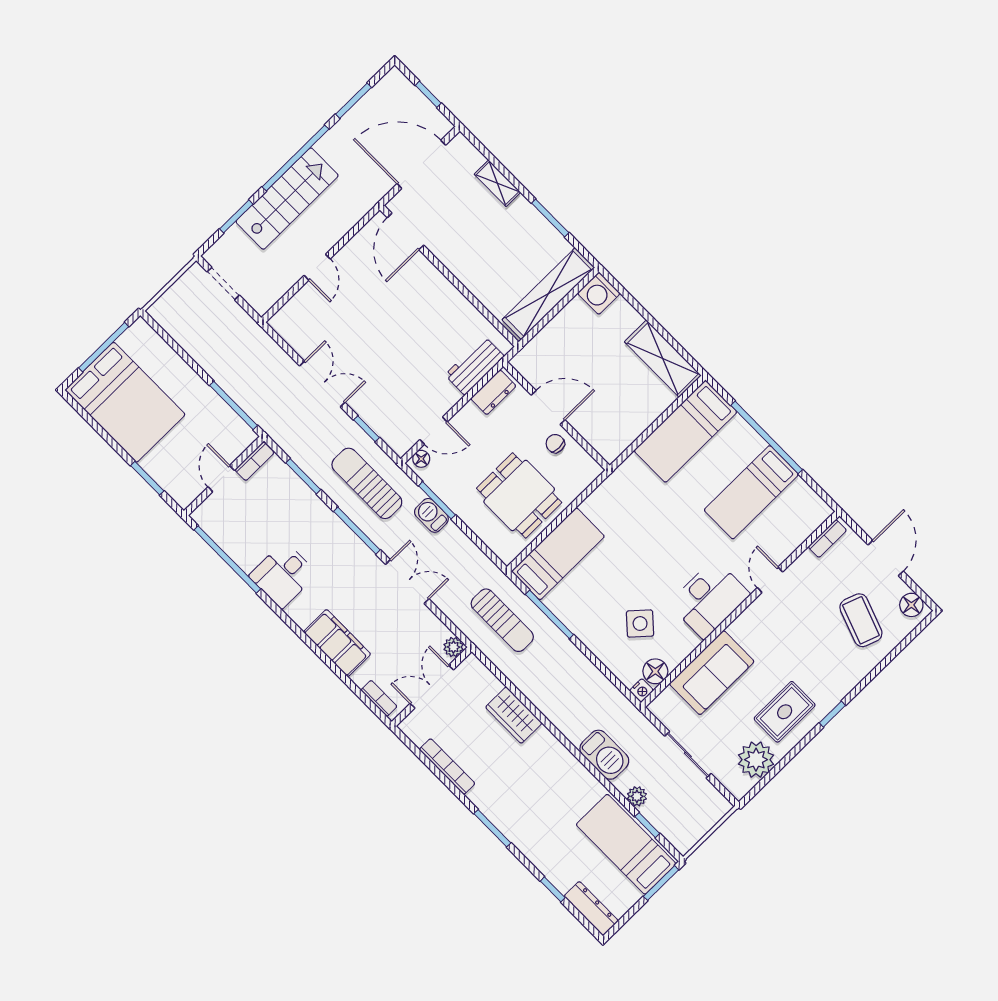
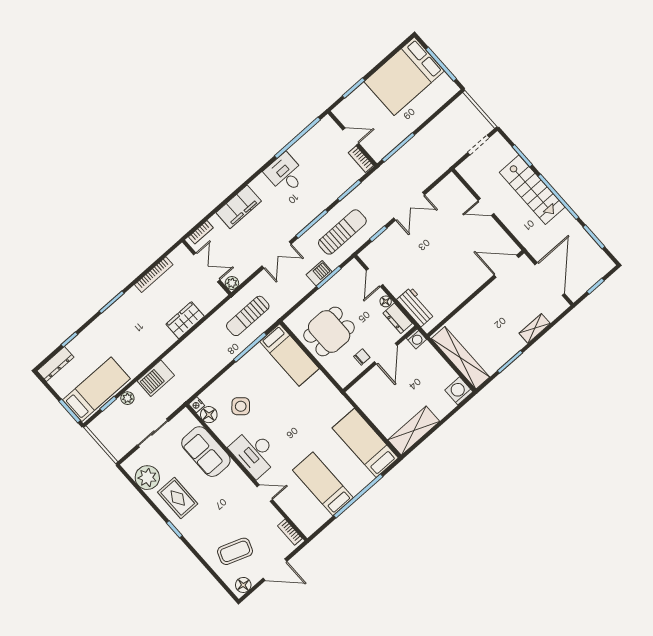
washing machine: (523, 362) -> (416, 339), added
floor lamp: (421, 459) -> (386, 301), moved

